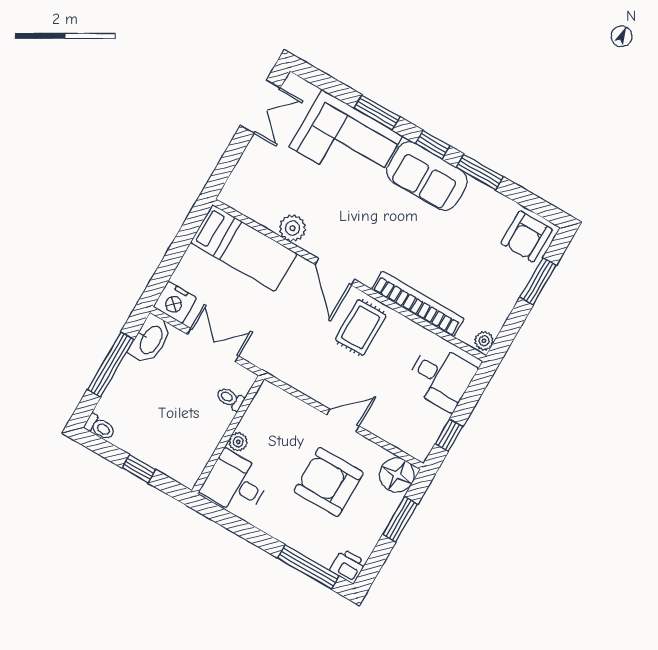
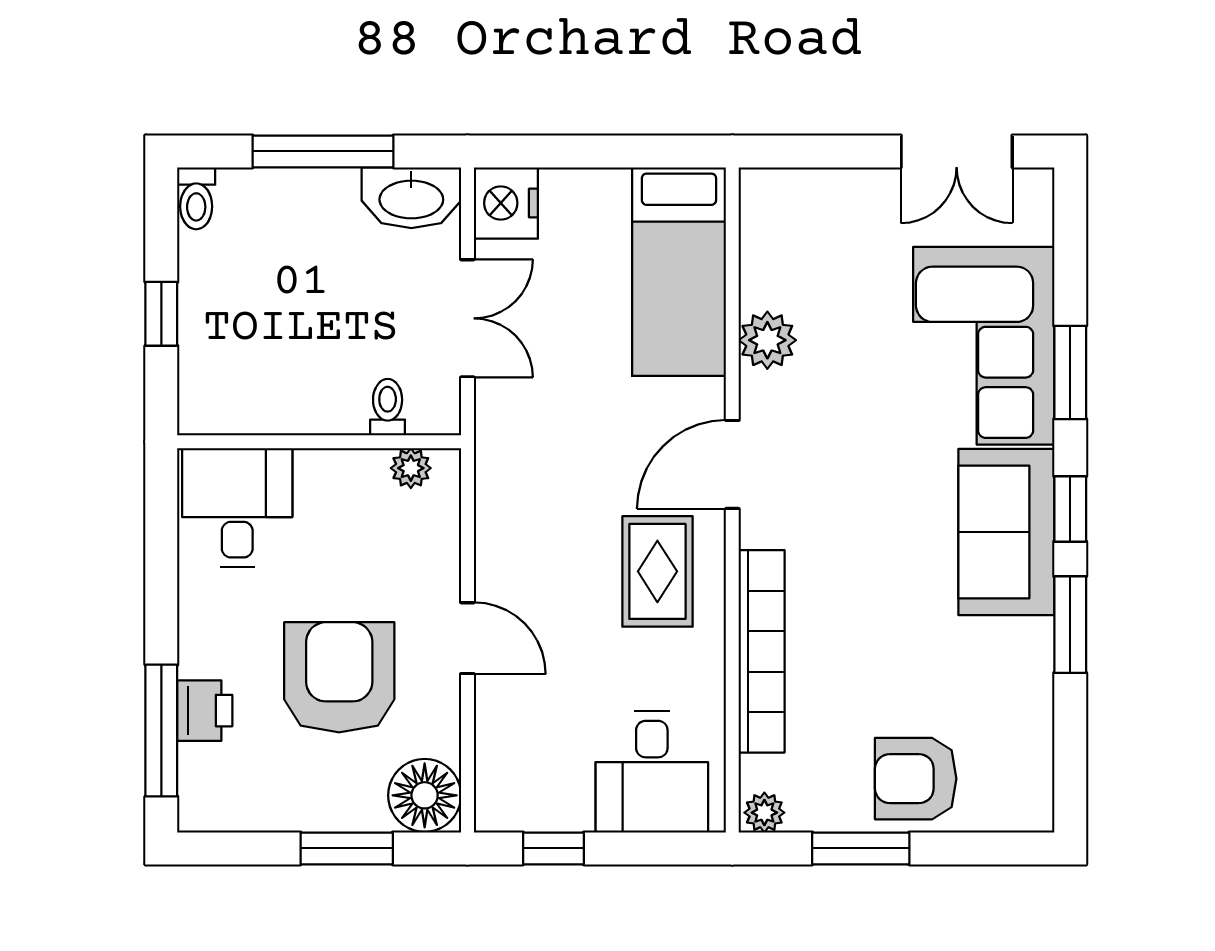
armchair: (527, 236) -> (916, 779), moved
window: (538, 281) -> (861, 848), moved
rug: (361, 327) -> (657, 571), turned 90
plant: (238, 442) -> (411, 468), moved
printer: (348, 566) -> (205, 711), moved

